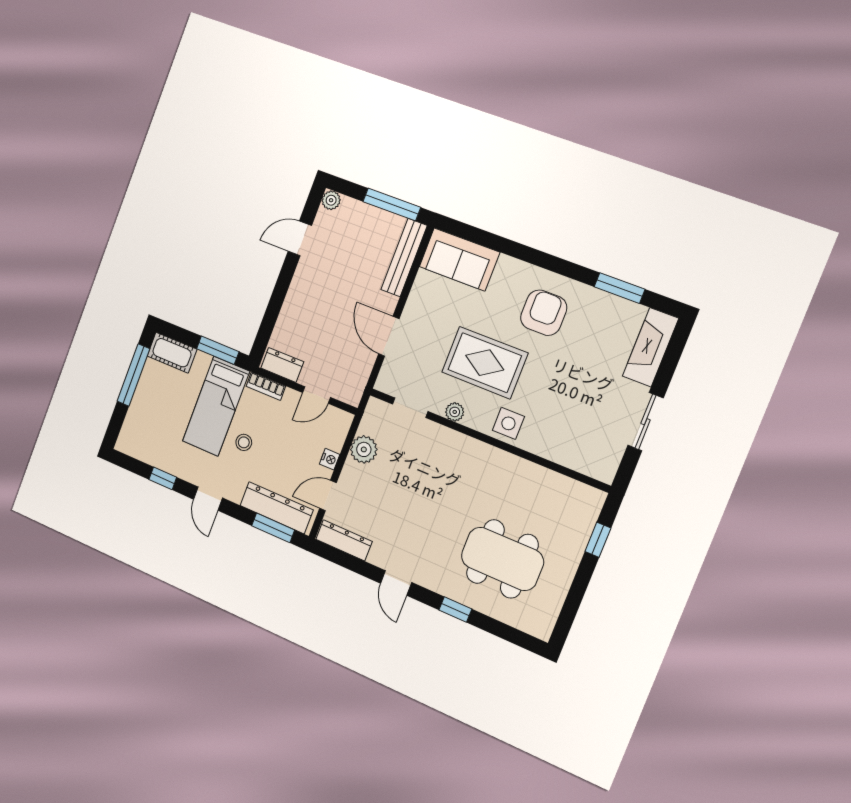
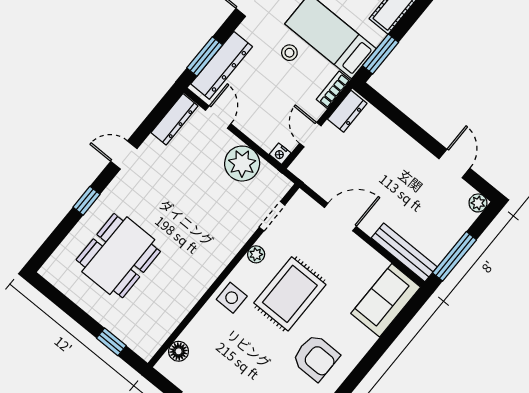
plant: (364, 449) -> (242, 164), width x1.36, depth x1.36
nightstand: (330, 459) -> (280, 154), moved
floor lamp: (585, 463) -> (179, 351), added

